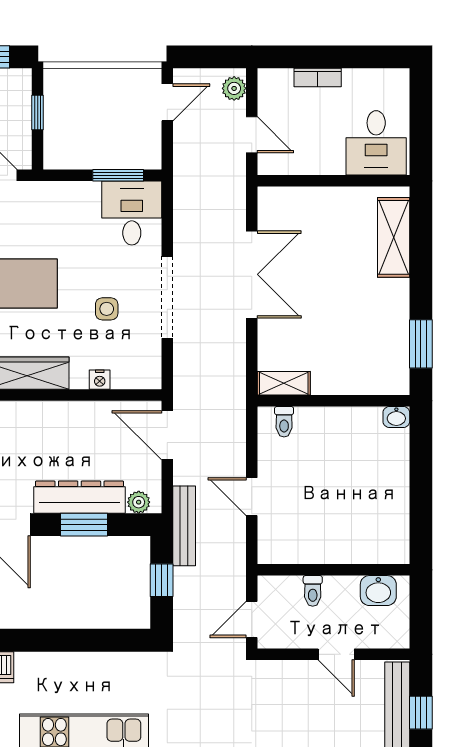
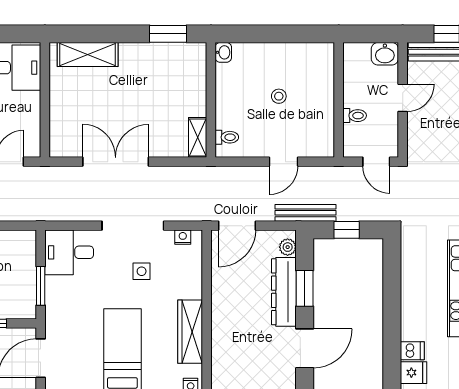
window: (118, 175) -> (41, 286), moved
nightstand: (100, 380) -> (183, 237), moved, turned -90
stool: (338, 490) -> (279, 96), added
washbasin: (378, 591) -> (385, 54), moved, turned 90

